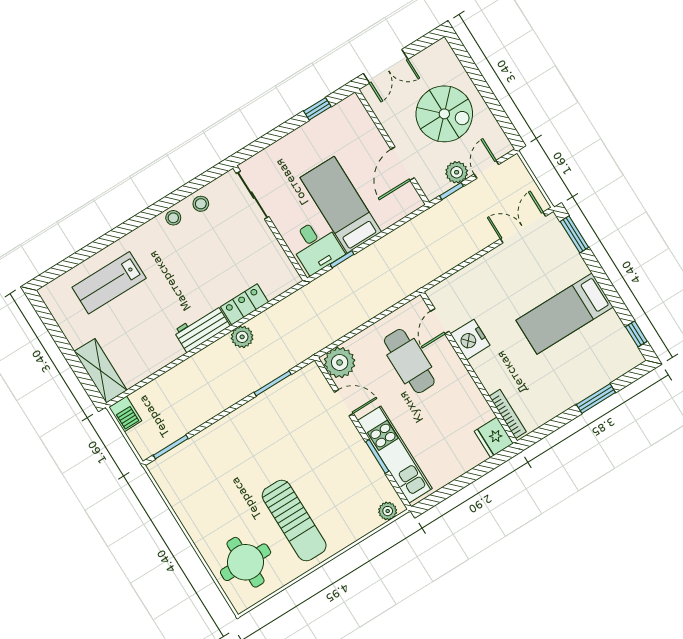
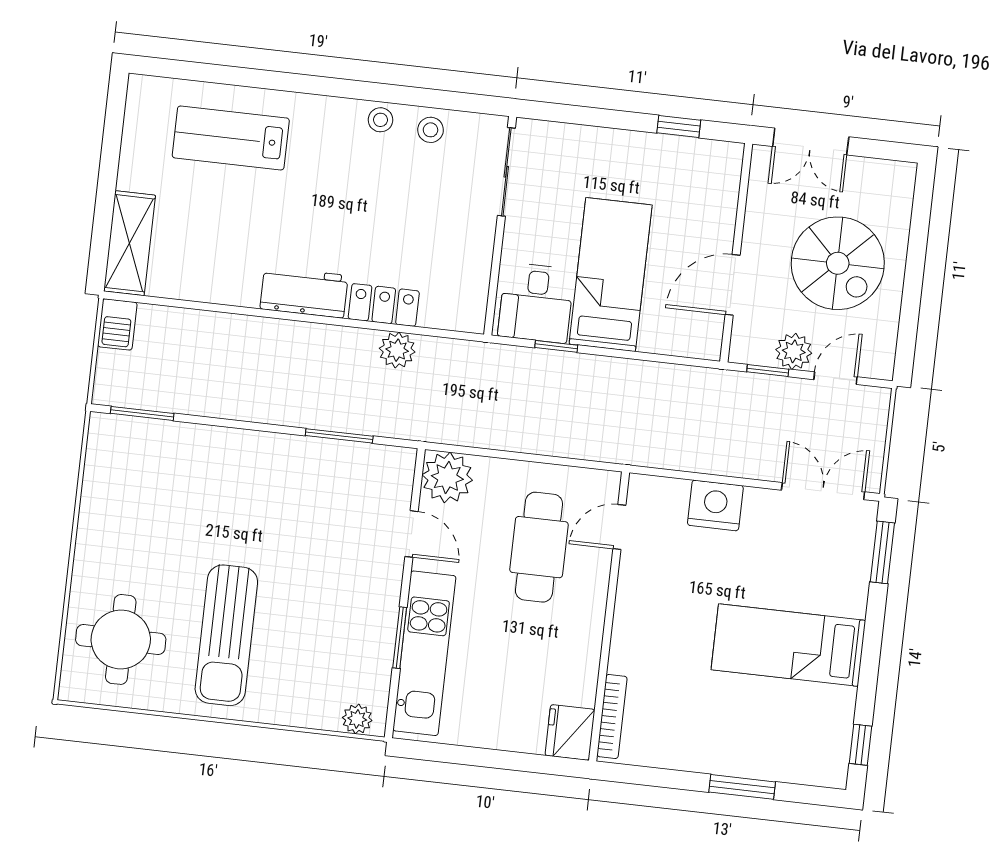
plant: (242, 337) -> (397, 350), moved
nightstand: (470, 340) -> (715, 505), moved, turned 90

